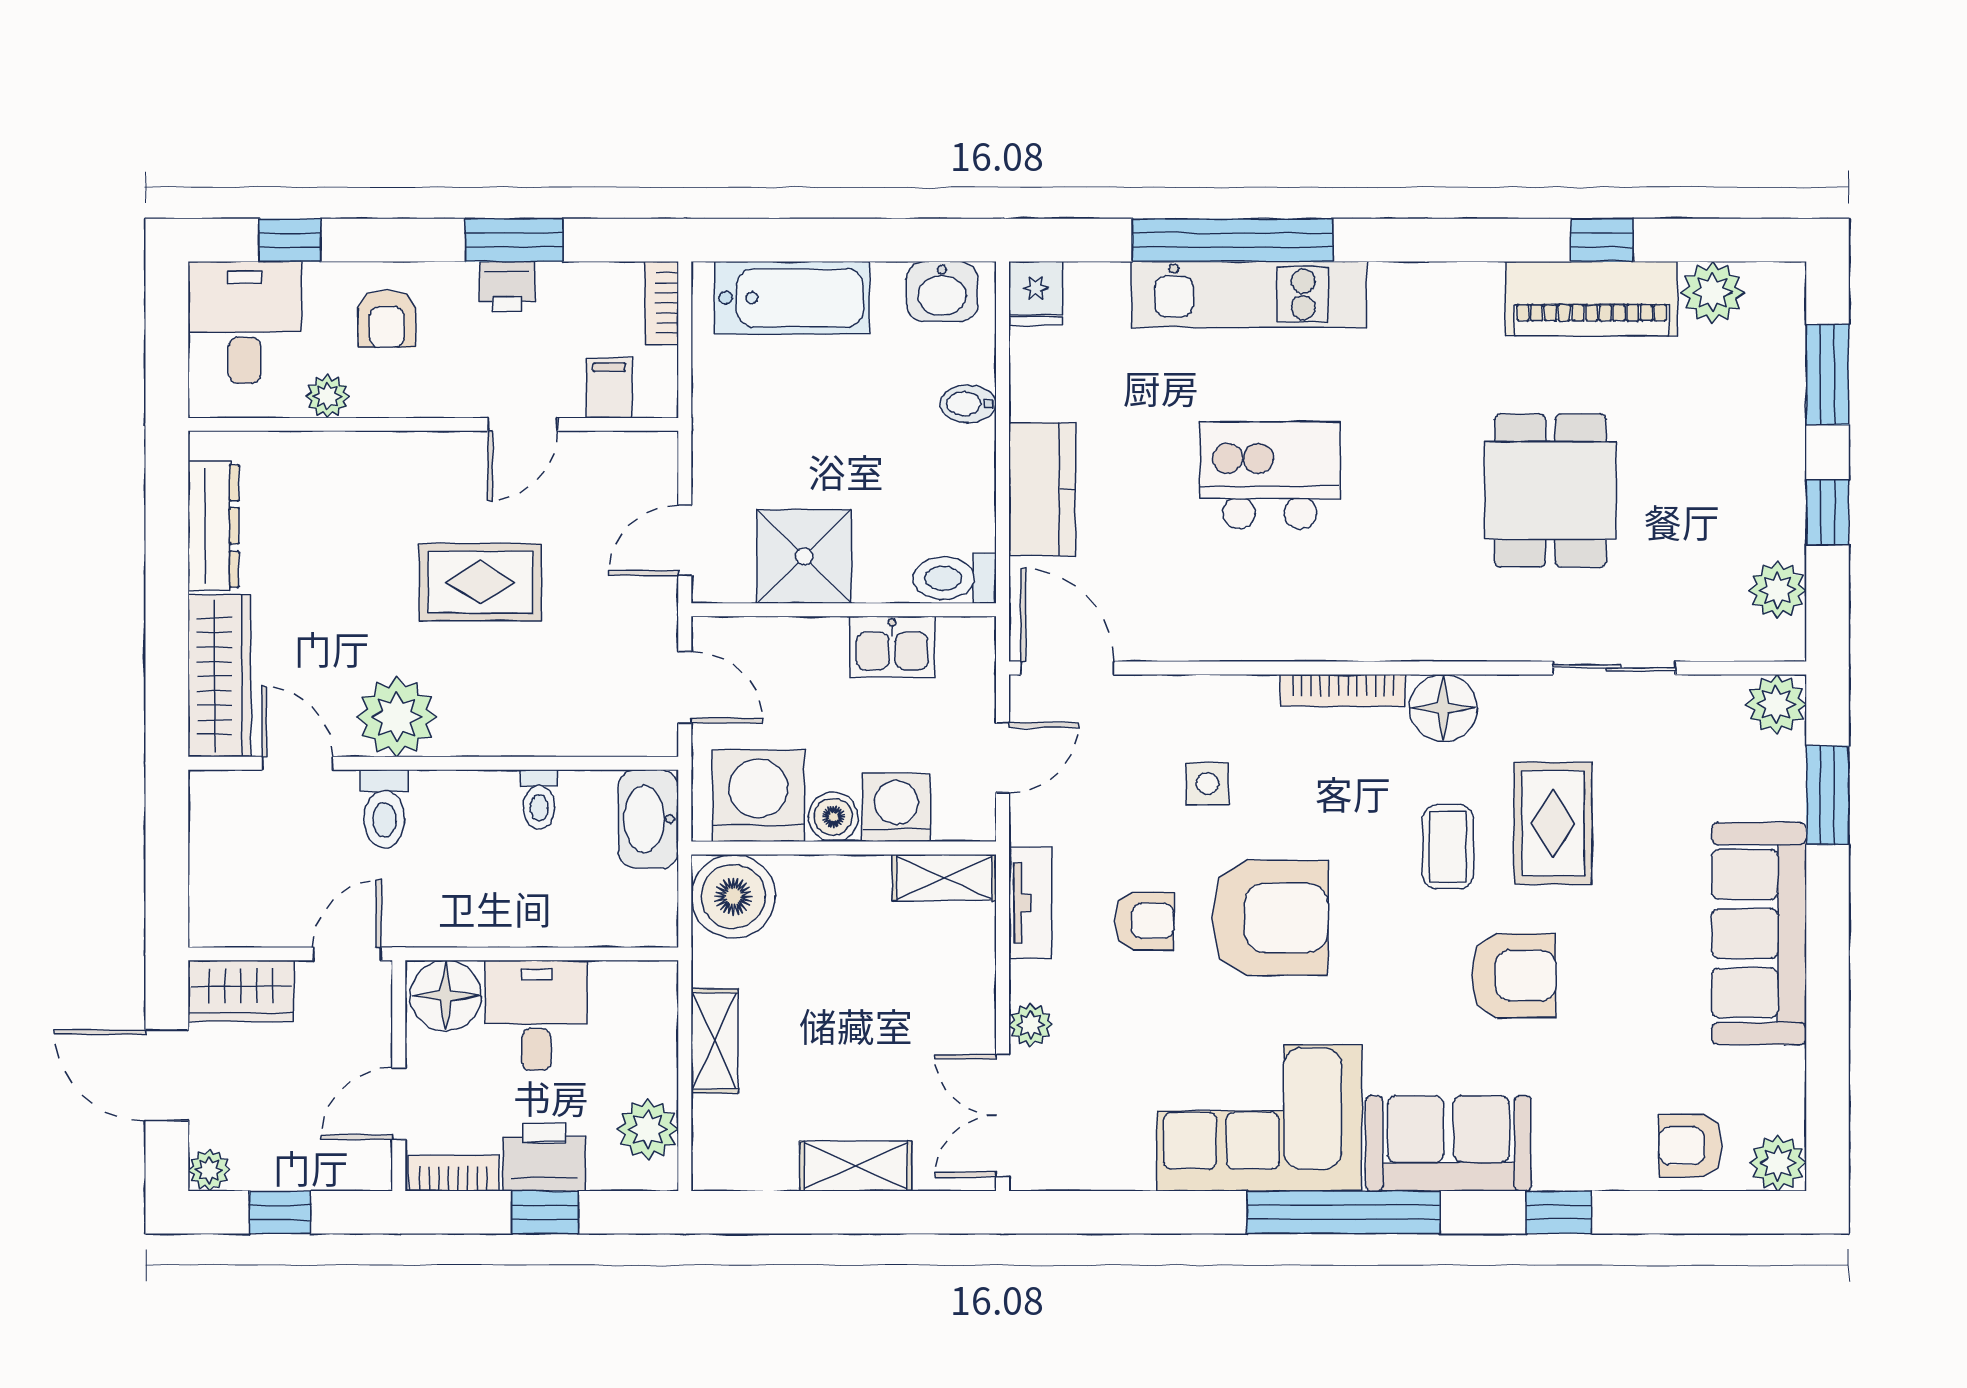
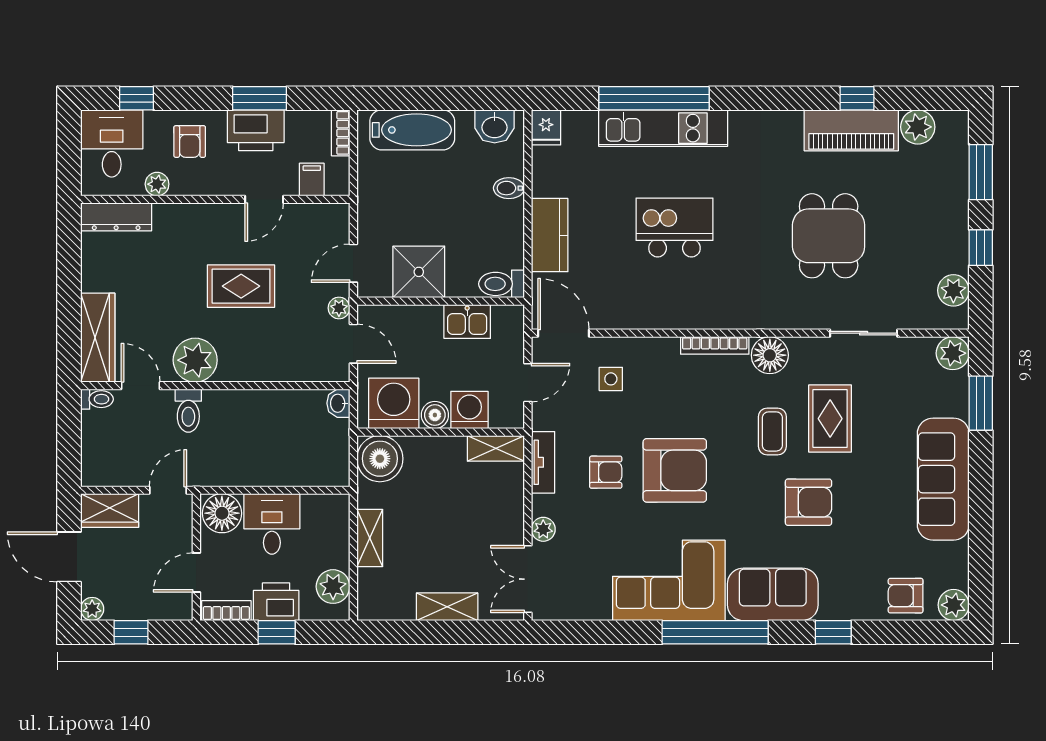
printer: (507, 286) -> (256, 130), width x1.87, depth x1.48
dresser: (213, 526) -> (116, 217), moved, turned 90
plant: (659, 622) -> (339, 308), added
side table: (1208, 783) -> (611, 379), moved
toilet: (539, 799) -> (97, 399), moved, turned -90
washbasin: (648, 819) -> (338, 403), width x0.52, depth x0.69

